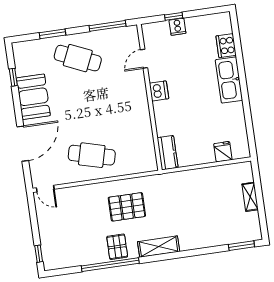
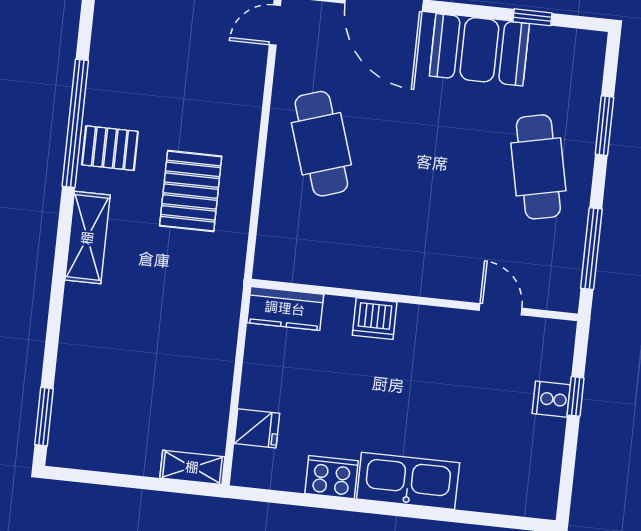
cooker: (226, 46) -> (332, 477), moved
cafe table: (78, 58) -> (538, 167), turned -36
dishwasher: (159, 91) -> (375, 319), moved
cafe table: (92, 155) -> (321, 144), turned -33
shelving: (250, 197) -> (192, 467), moved

